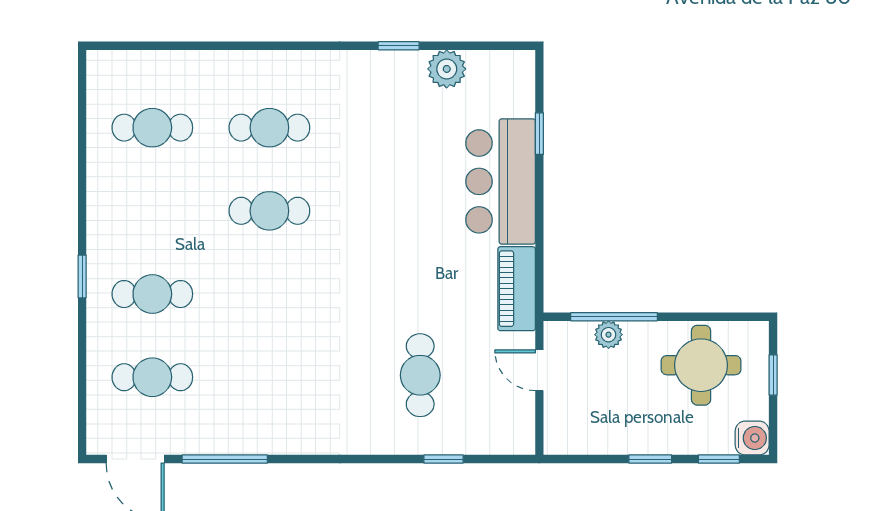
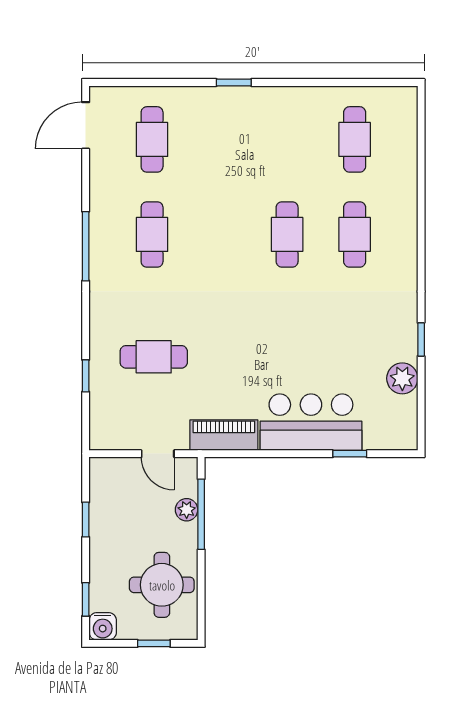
cafe table: (152, 294) -> (152, 234), moved
door: (539, 370) -> (158, 454), swing flipped
window: (225, 459) -> (86, 246), moved
window: (650, 459) -> (86, 520), moved

